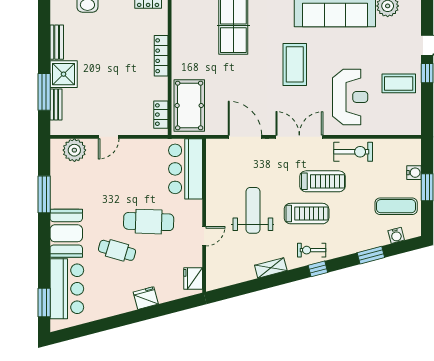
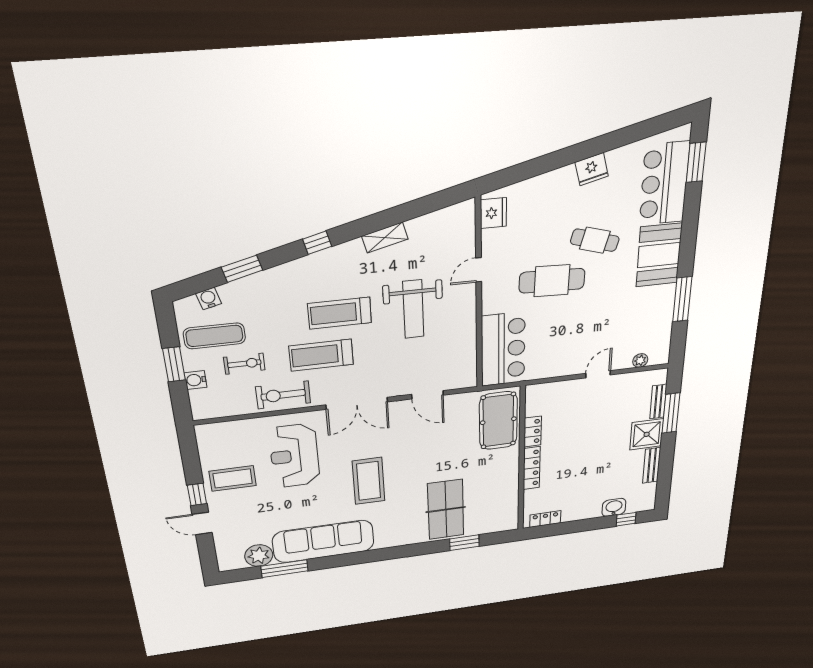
locker: (161, 115) -> (533, 432), moved
door: (245, 137) -> (427, 395), width x0.73
plant: (74, 150) -> (640, 360), width x0.53, depth x0.53
exercise bike: (312, 250) -> (244, 364), moved
fridge: (146, 298) -> (592, 169), moved

